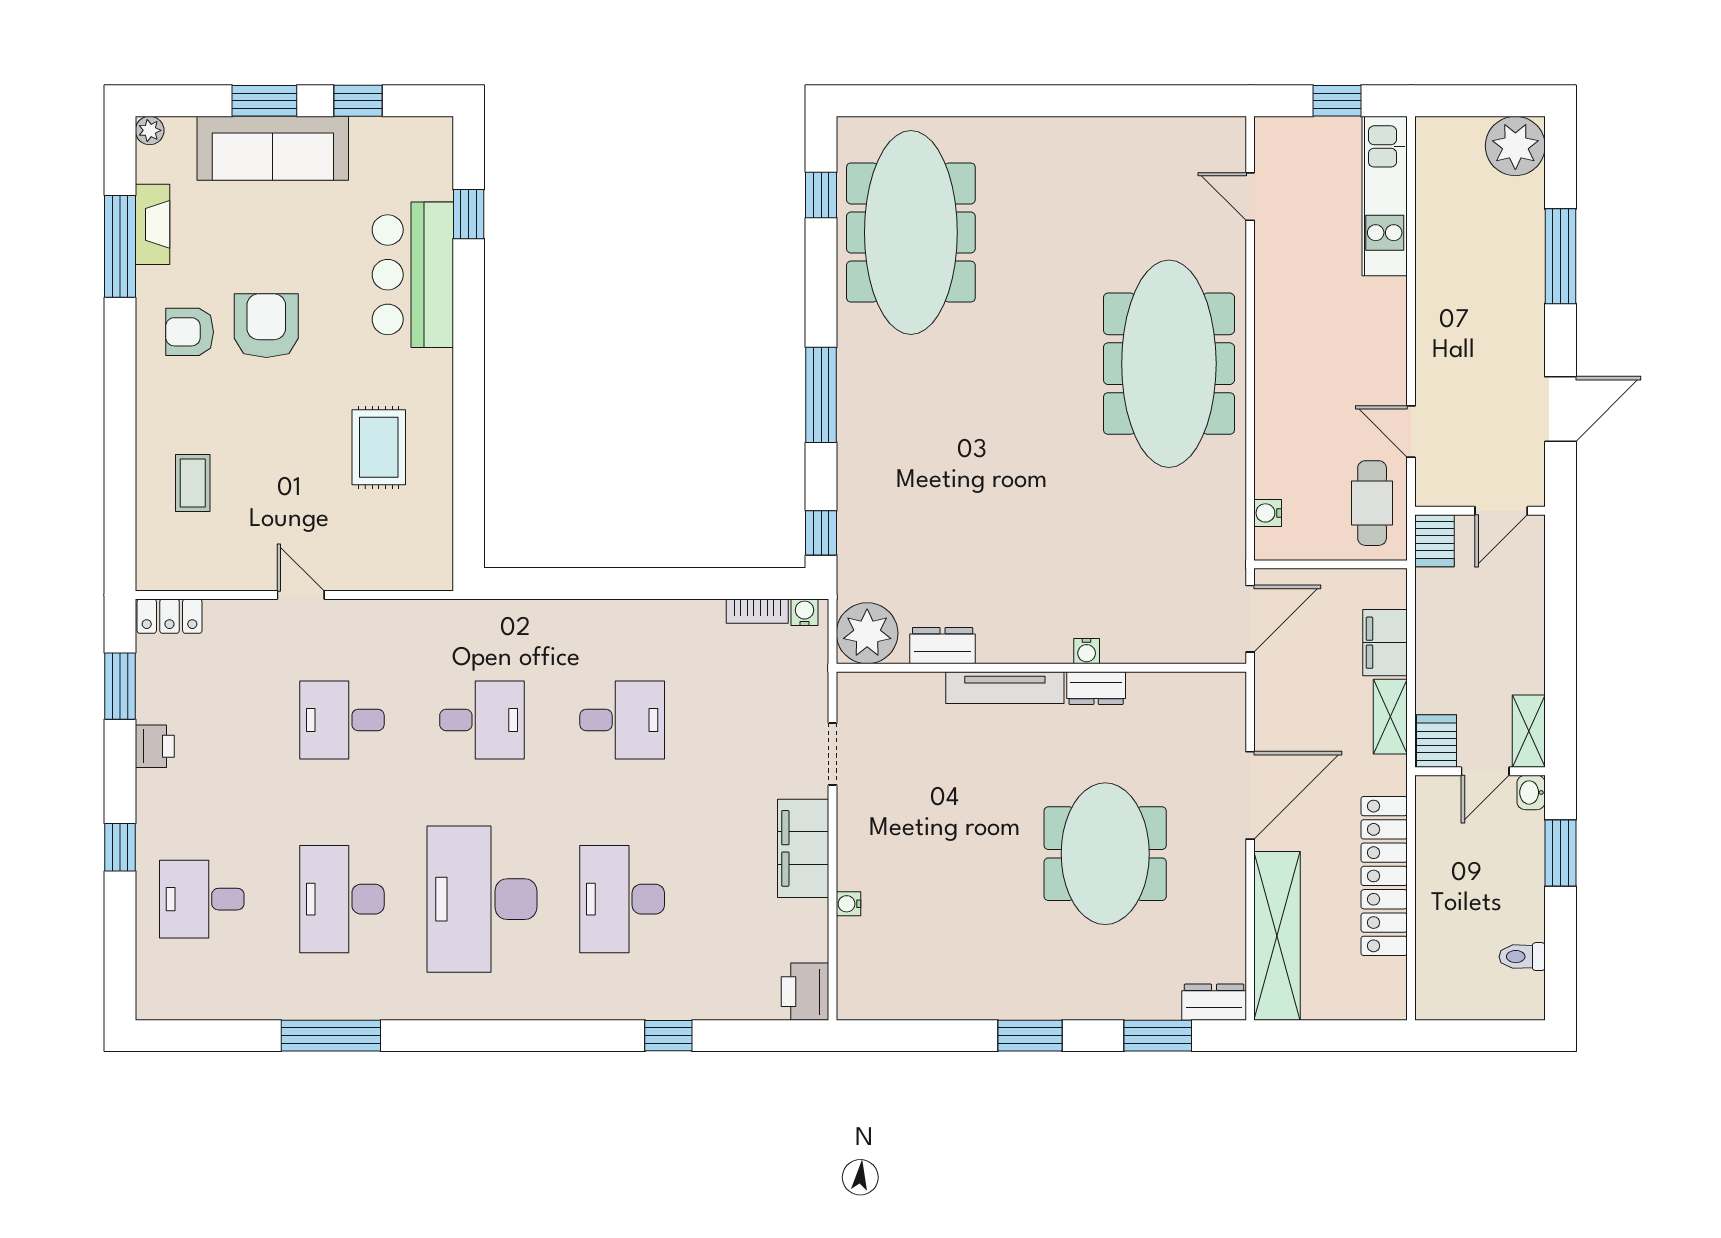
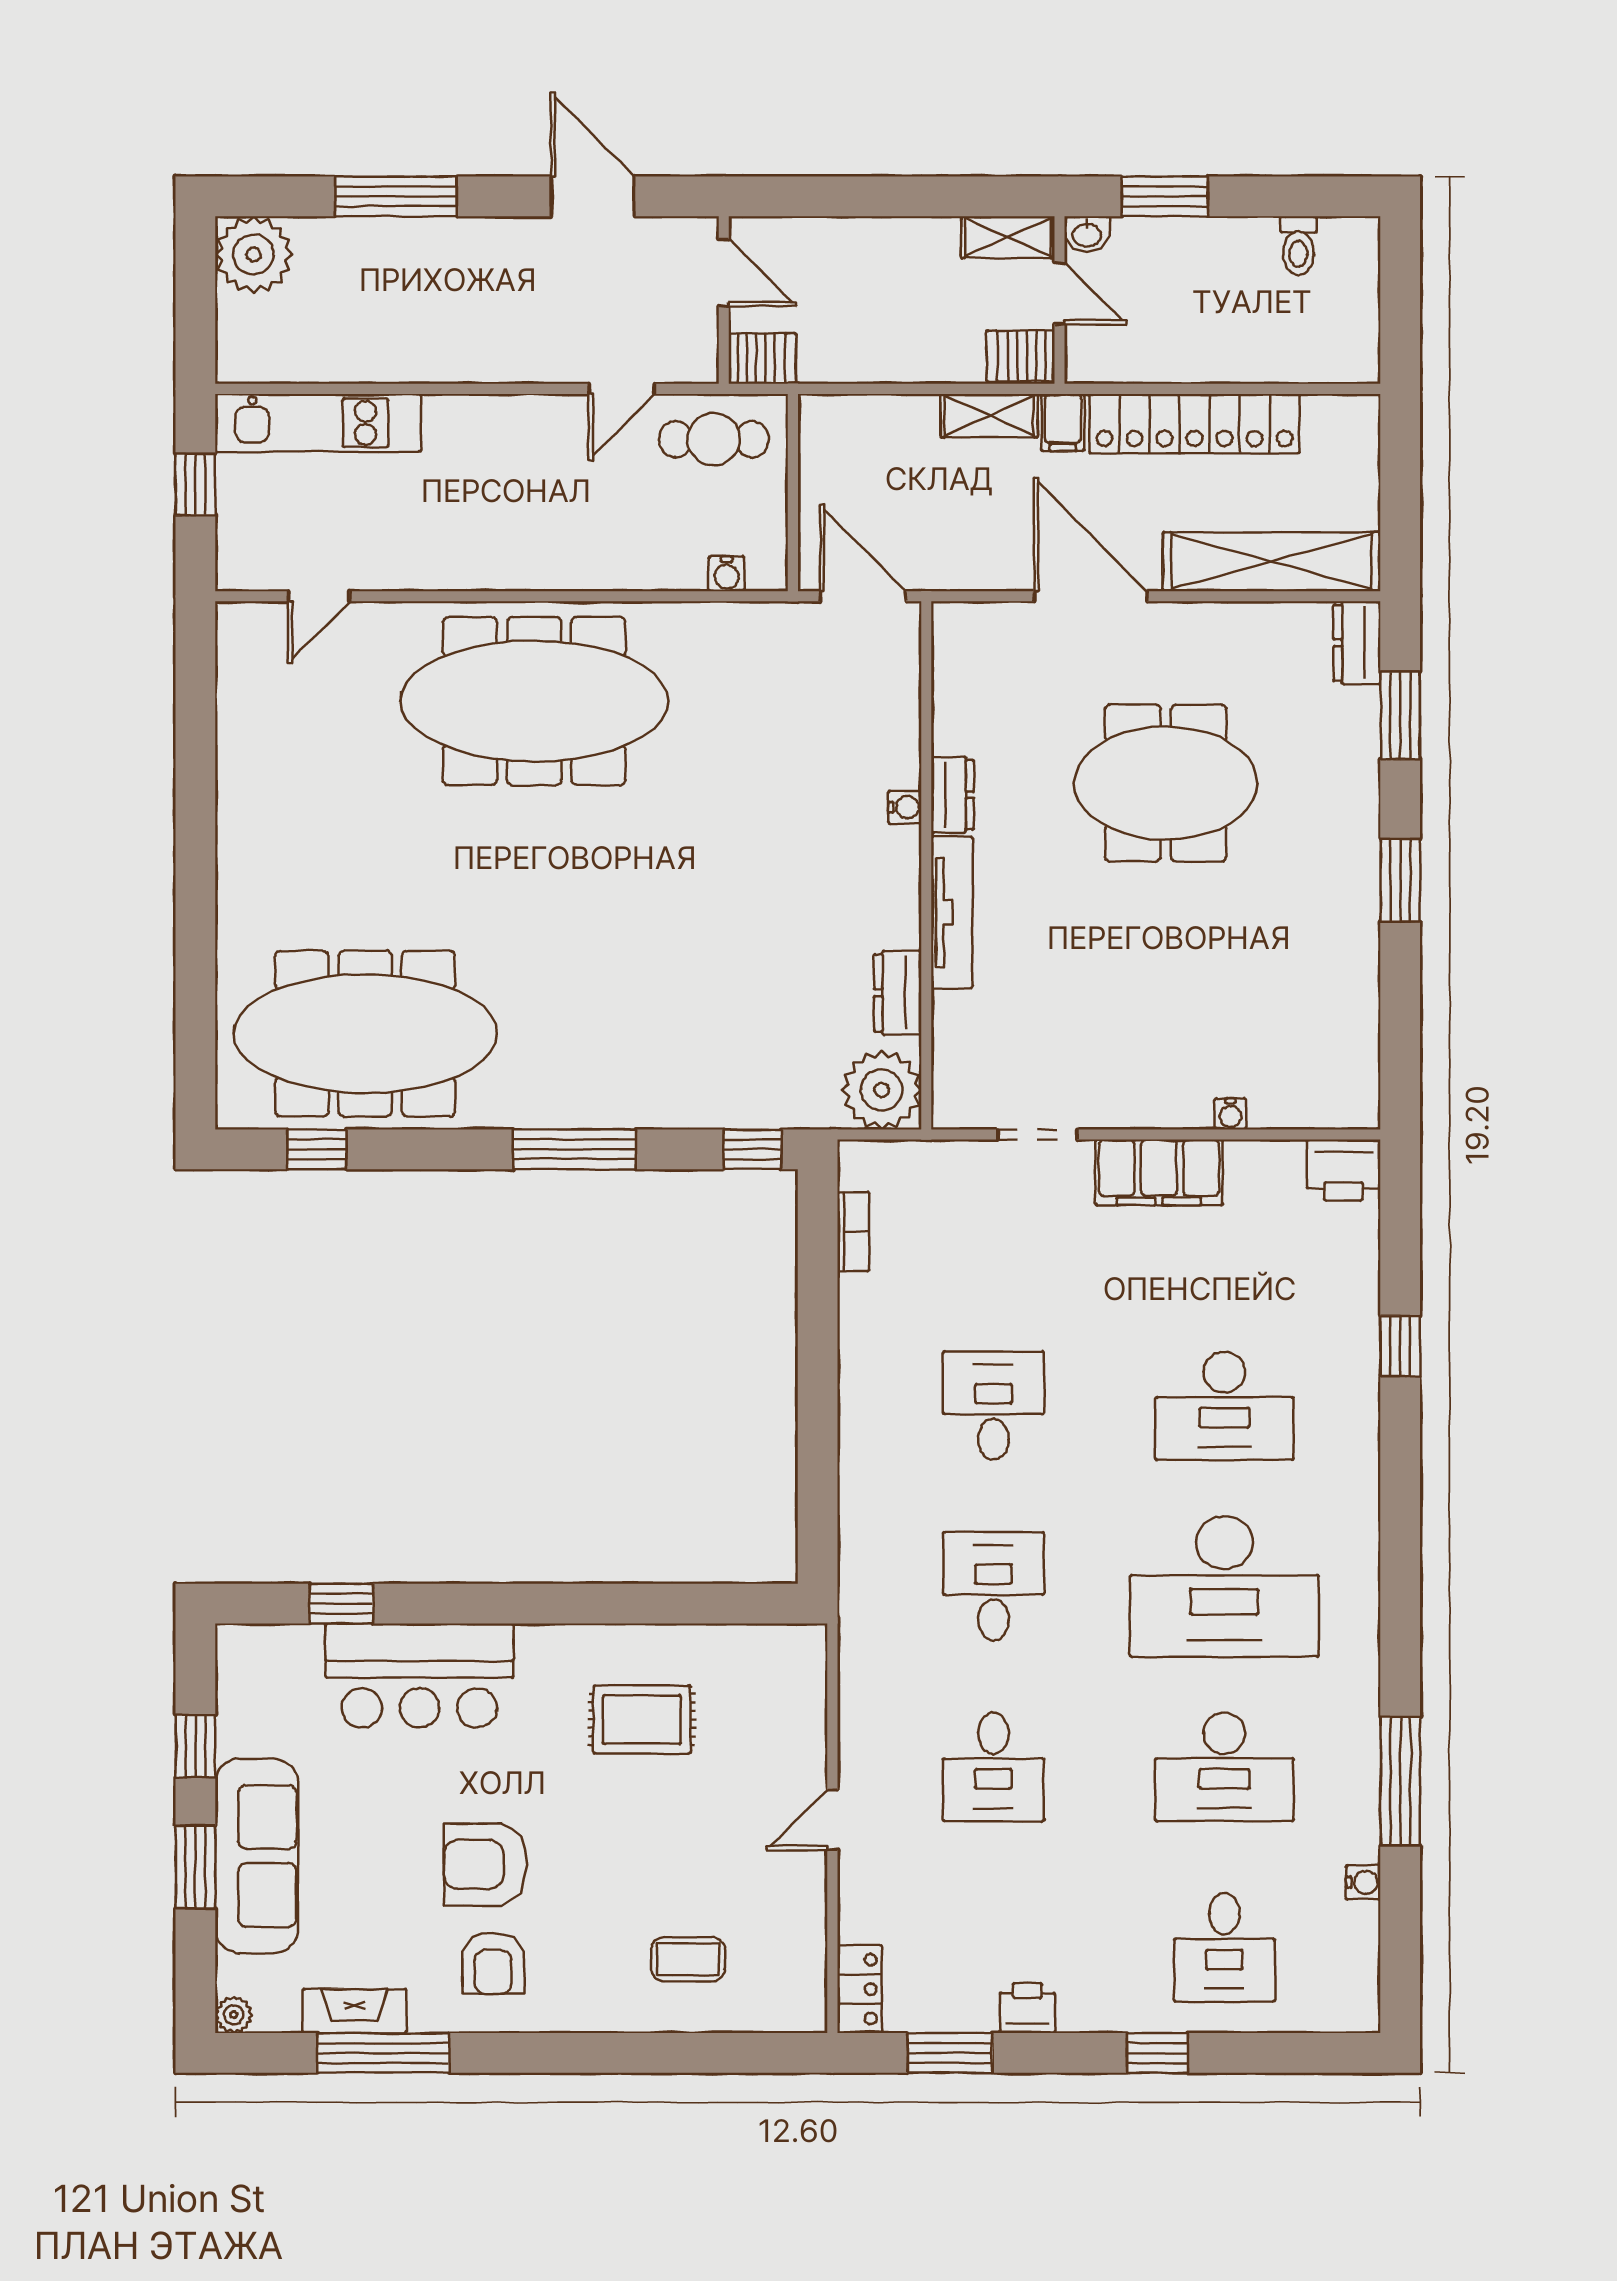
water cooler: (804, 612) -> (1363, 1882), moved, turned 180
filing cabinet: (1385, 643) -> (1063, 422), moved, width x0.50

